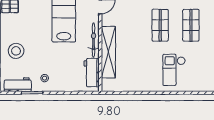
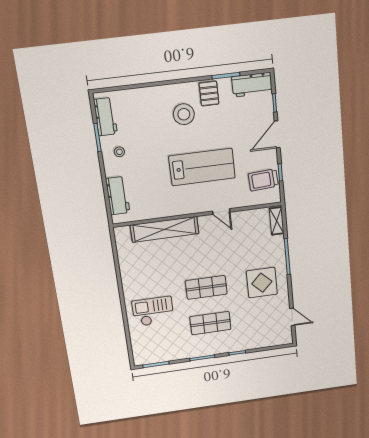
bicycle: (94, 40) -> (178, 209), removed
stool: (16, 51) -> (184, 114), moved
workbench: (92, 73) -> (118, 196), moved, turned 90

